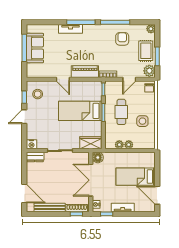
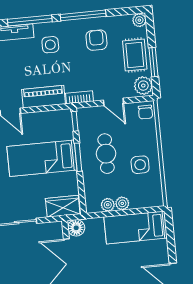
side table: (92, 39) -> (50, 45), added
door: (129, 79) -> (113, 102), hinge flipped
bed: (136, 177) -> (136, 227), moved

